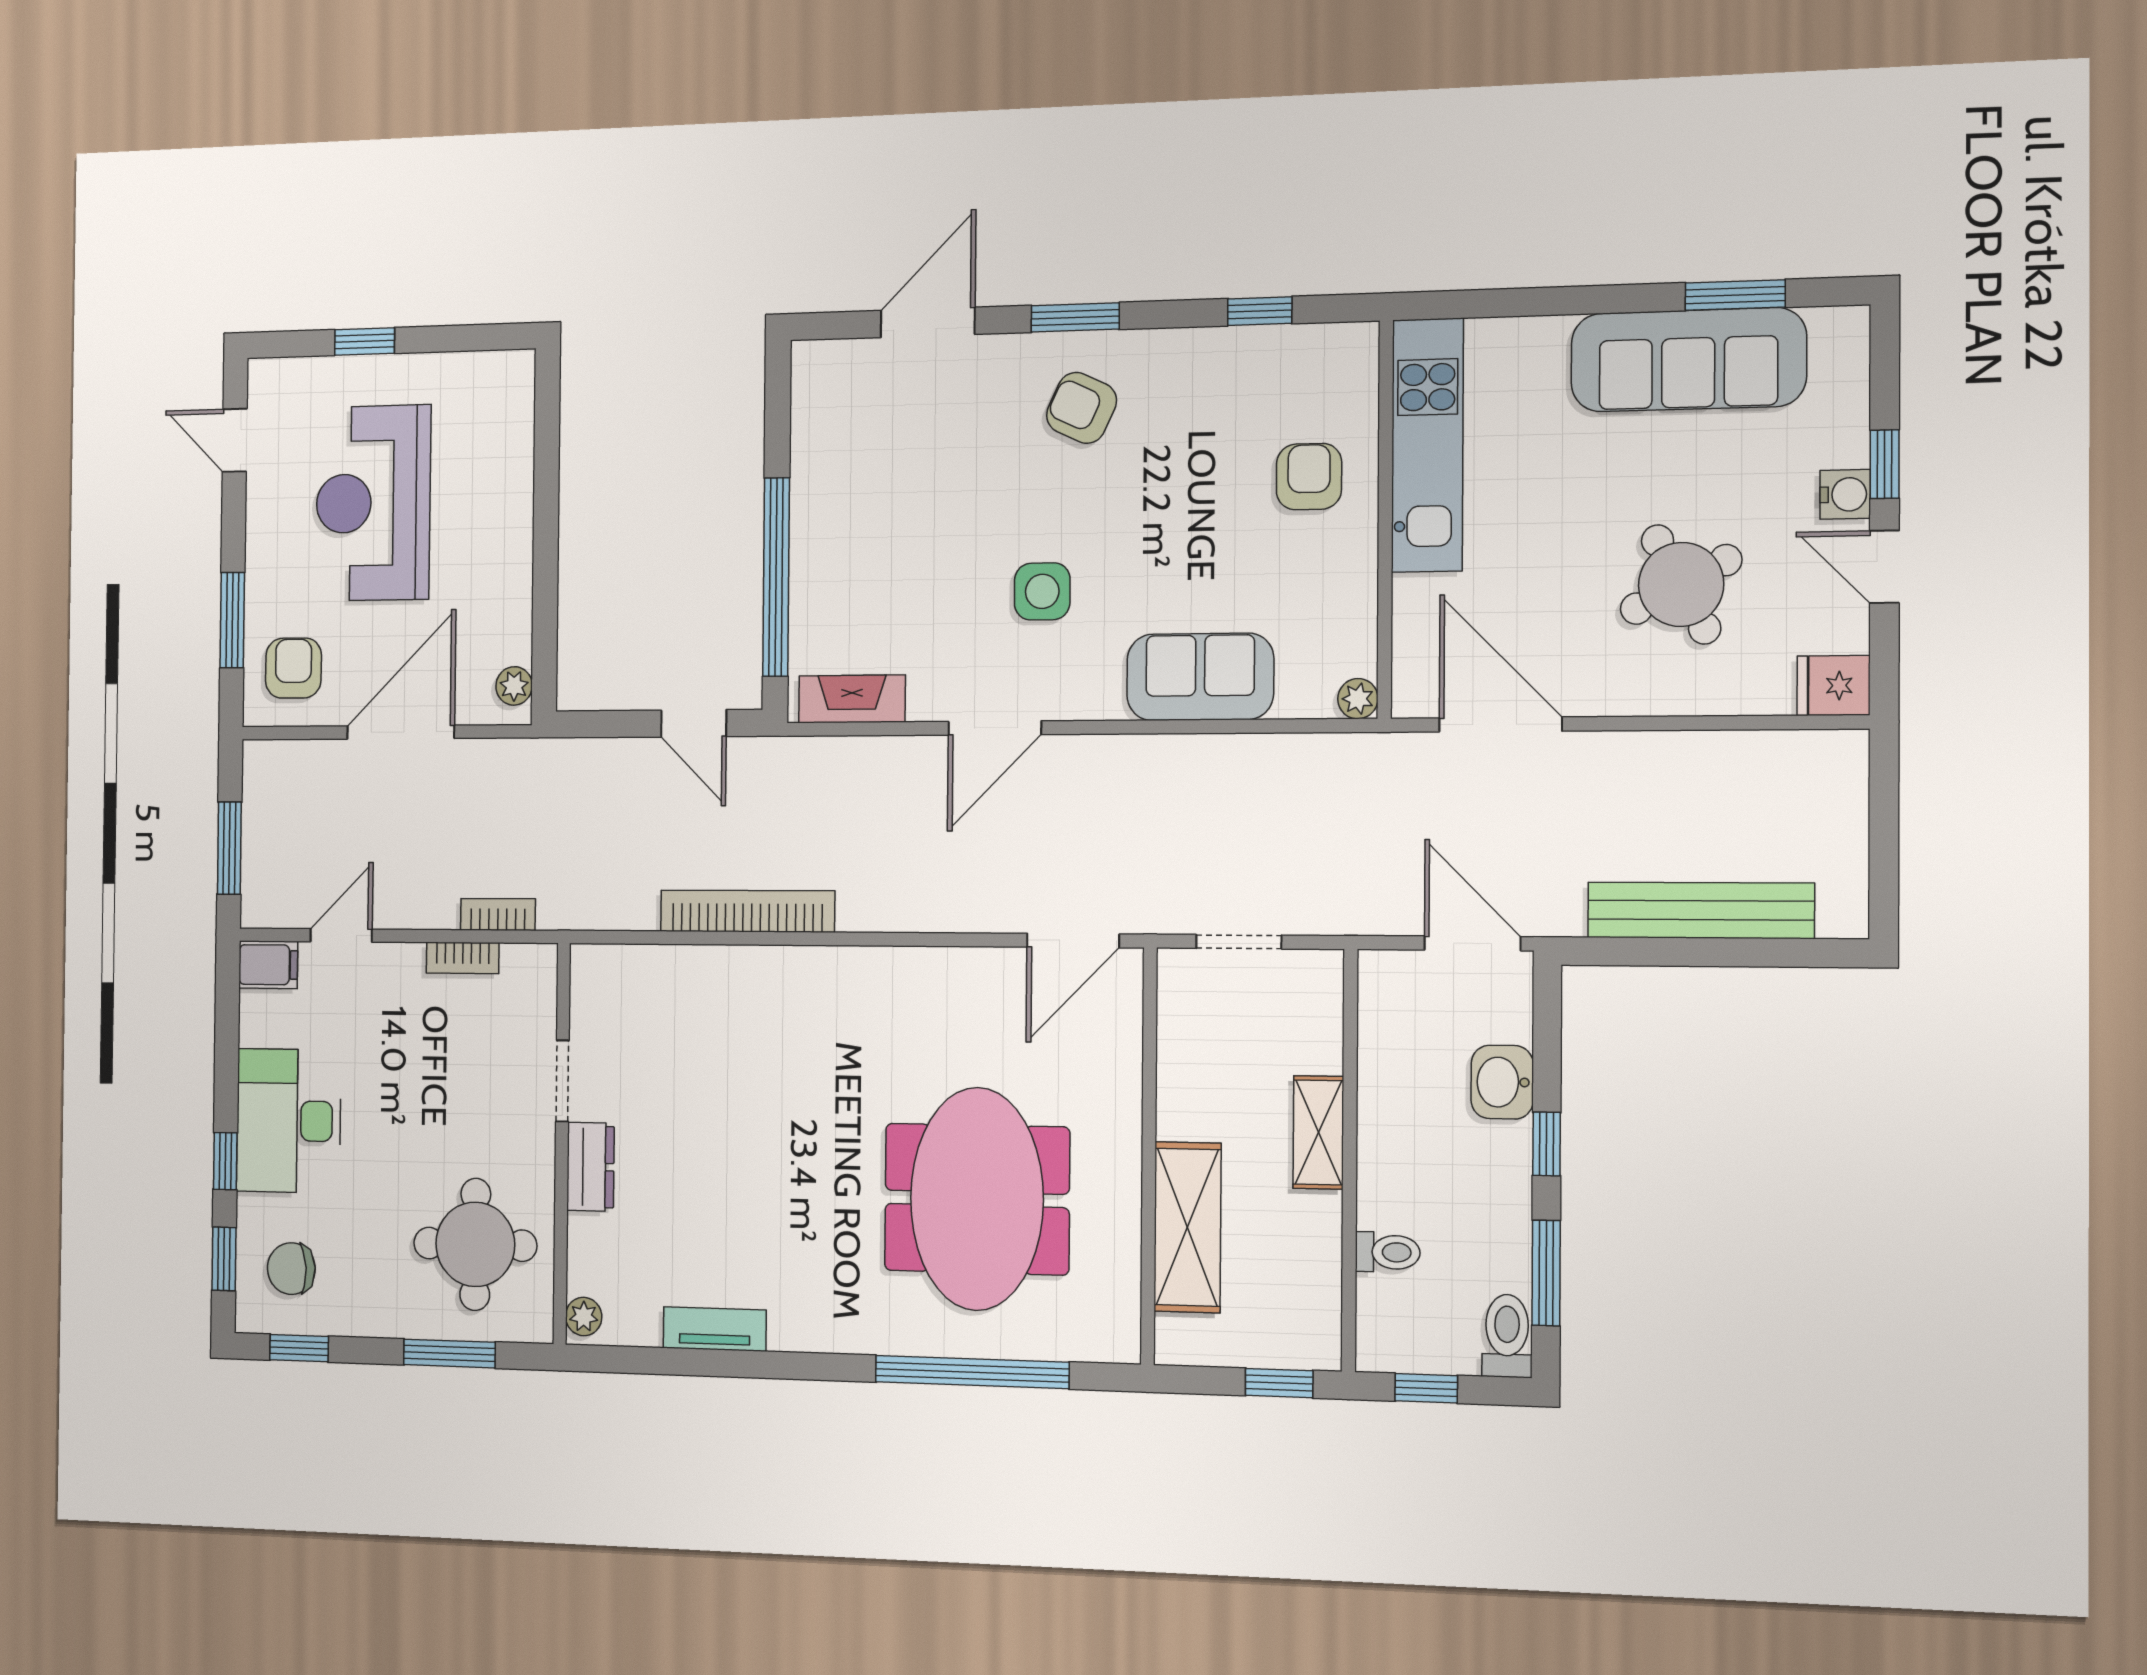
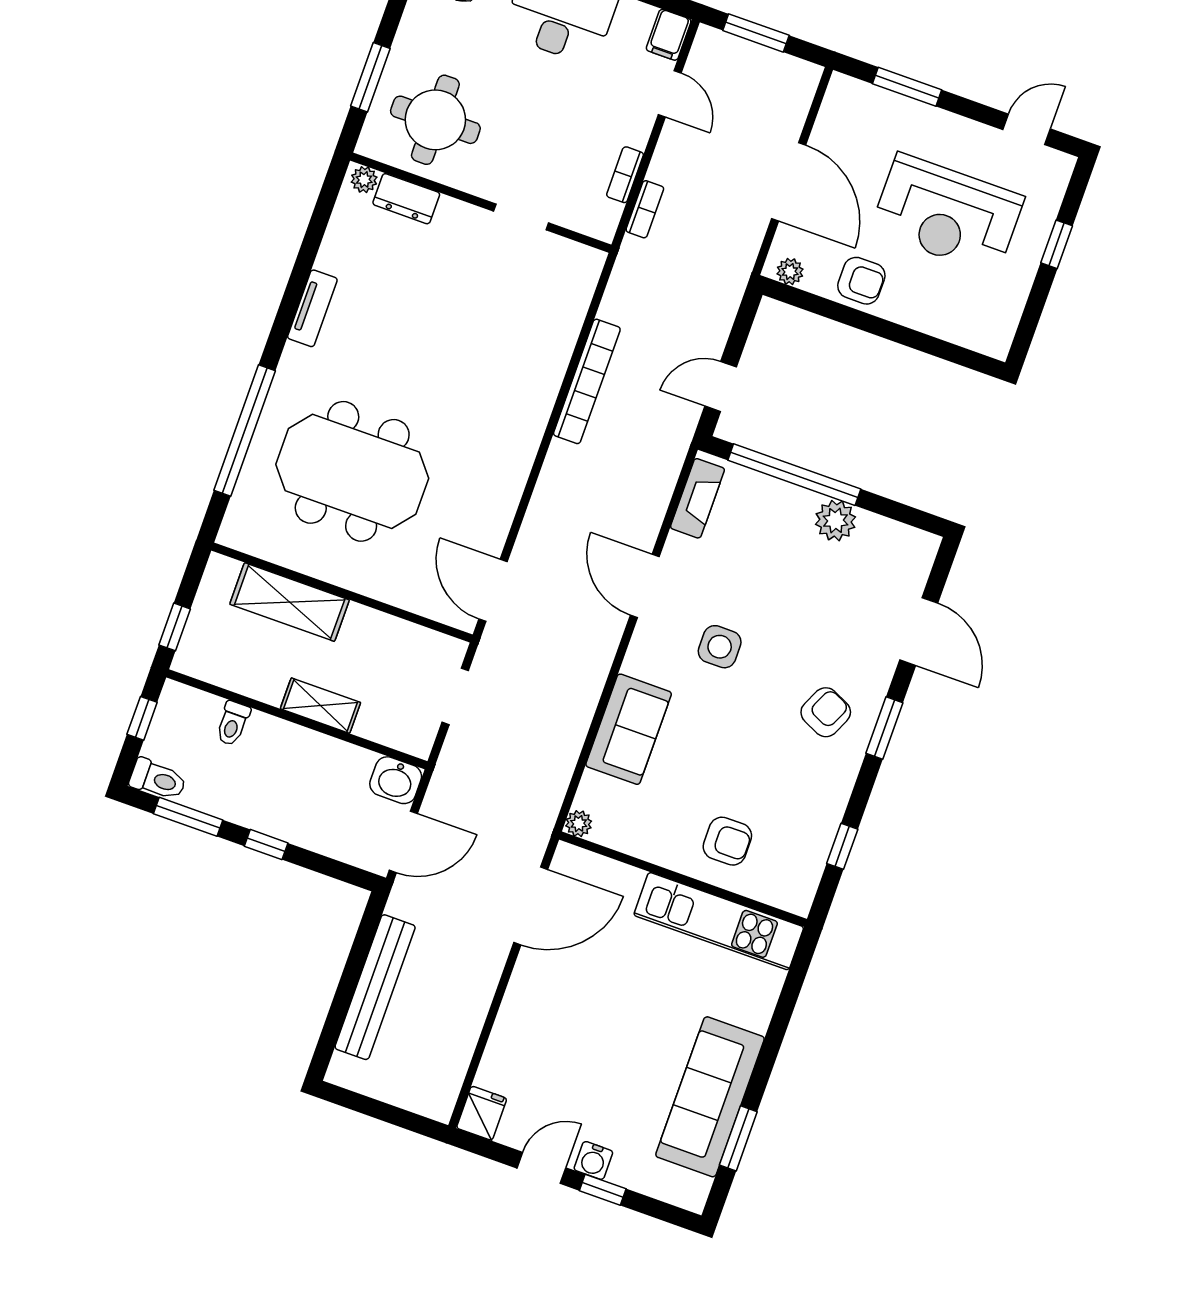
plant: (818, 496) -> (836, 521), added
reception desk: (373, 503) -> (947, 214), turned 180
round table: (1681, 584) -> (576, 1045), removed
armchair: (293, 668) -> (861, 281), moved
washbasin: (1502, 1082) -> (396, 780), moved, turned 180
dresser: (590, 1167) -> (406, 199), moved
tv unit: (715, 1329) -> (312, 308), moved

